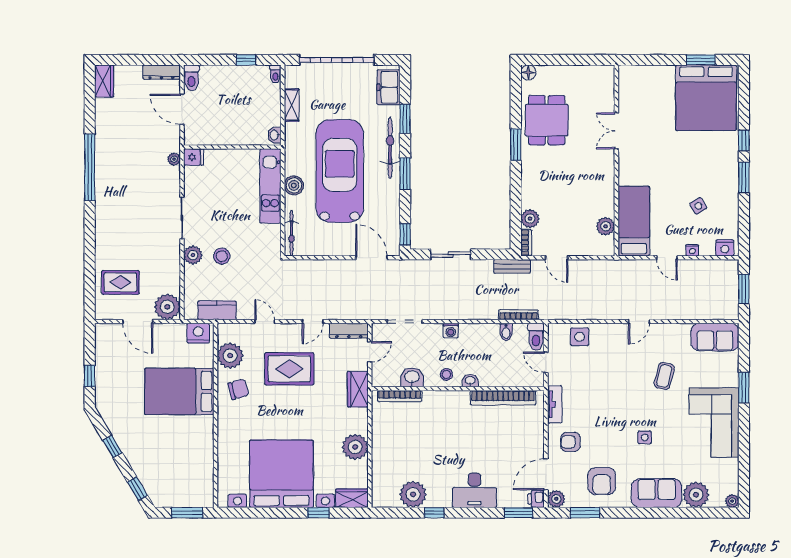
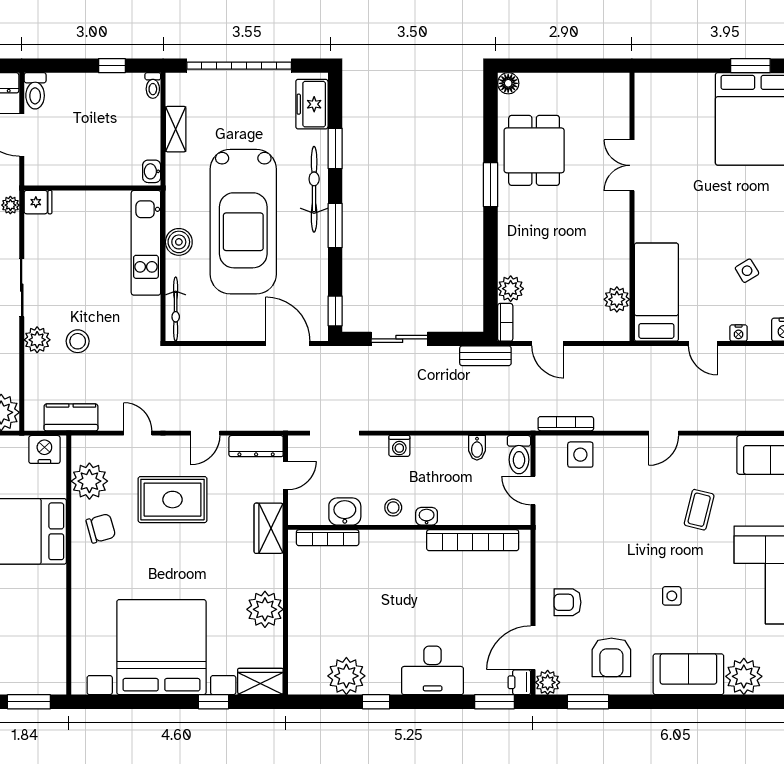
car: (340, 171) -> (243, 222), turned 180
bookcase: (518, 315) -> (566, 424), moved
tv unit: (555, 404) -> (545, 550), removed

